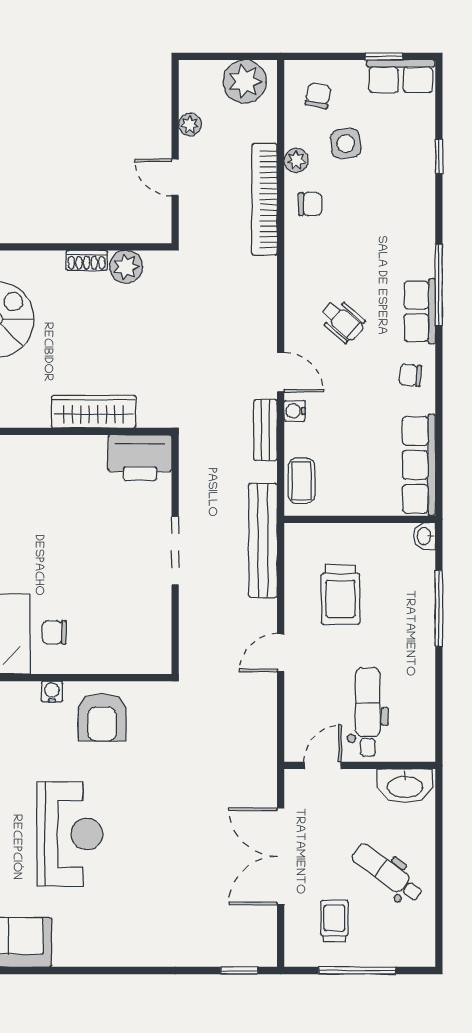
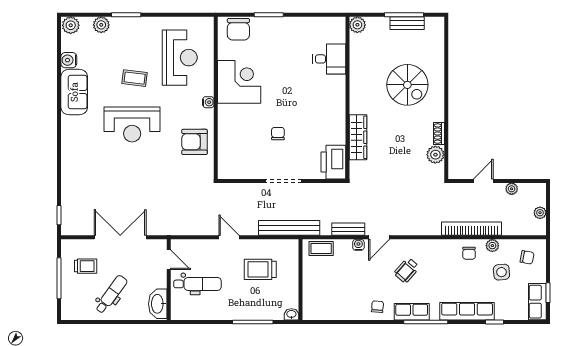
plant: (245, 81) -> (540, 213), width x0.53, depth x0.53
row of seats: (419, 465) -> (467, 311), moved
chair: (54, 632) -> (278, 134), moved
water cooler: (52, 692) -> (208, 102), moved

